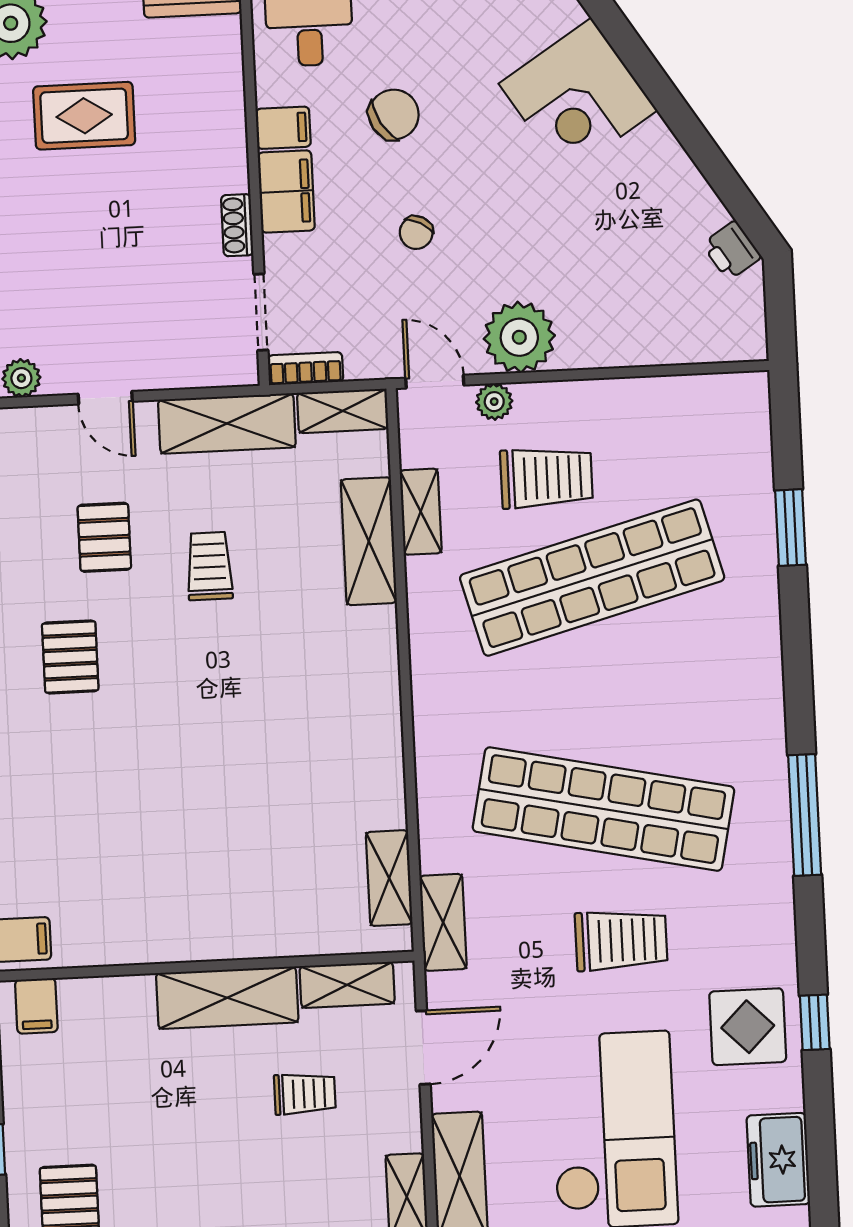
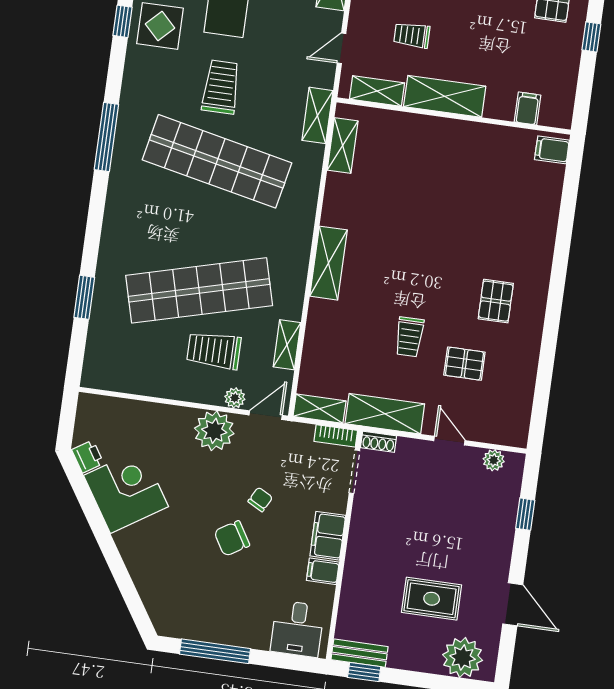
corner desk: (578, 97) -> (126, 491), moved
chair: (394, 115) -> (232, 538), moved
shoe rack: (237, 225) -> (379, 442), moved, turned 90
door: (435, 382) -> (266, 415), swing flipped
pallet: (104, 537) -> (464, 364), turned 90
shelving: (369, 541) -> (329, 263), moved
trolley: (621, 940) -> (221, 87), turned 90
filing cabinet: (36, 1006) -> (527, 108), moved
door: (423, 1048) -> (341, 48), width x0.73

